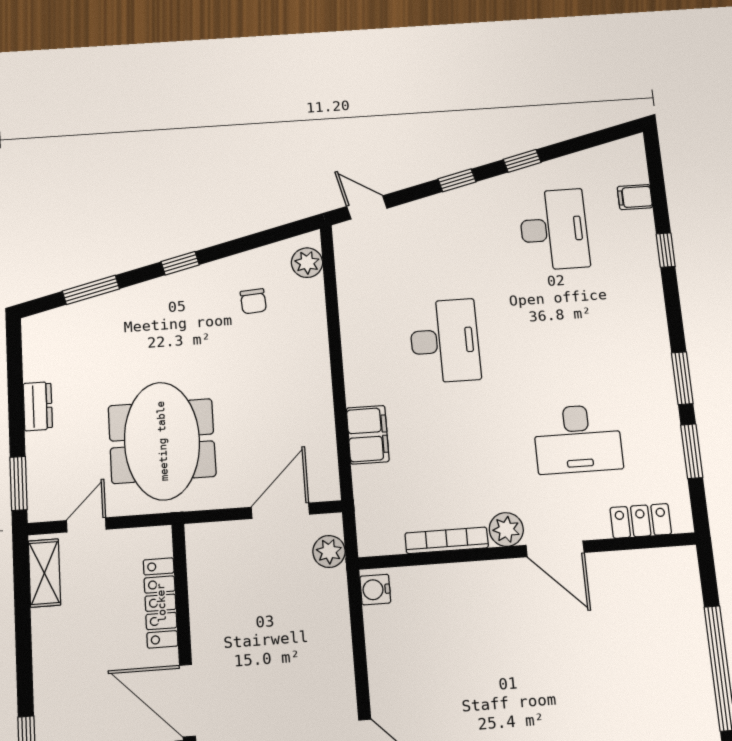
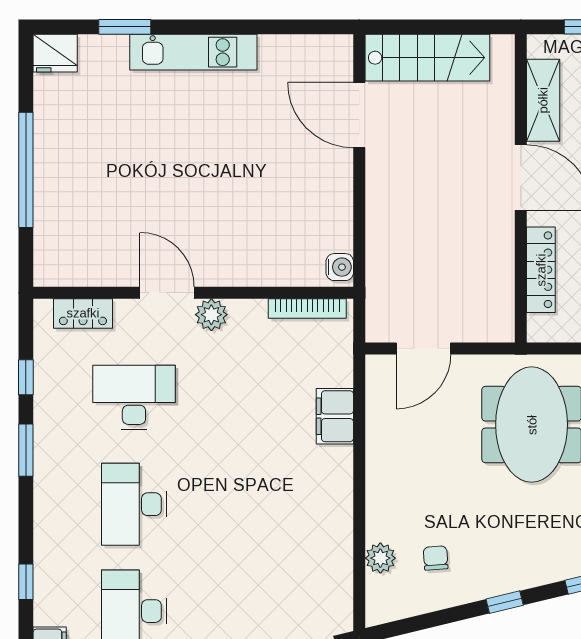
plant: (307, 263) -> (380, 558), moved
desk: (445, 341) -> (134, 504), moved
window: (692, 451) -> (26, 377), width x0.67
bookcase: (447, 540) -> (307, 309), moved
plant: (329, 551) -> (380, 306), removed

